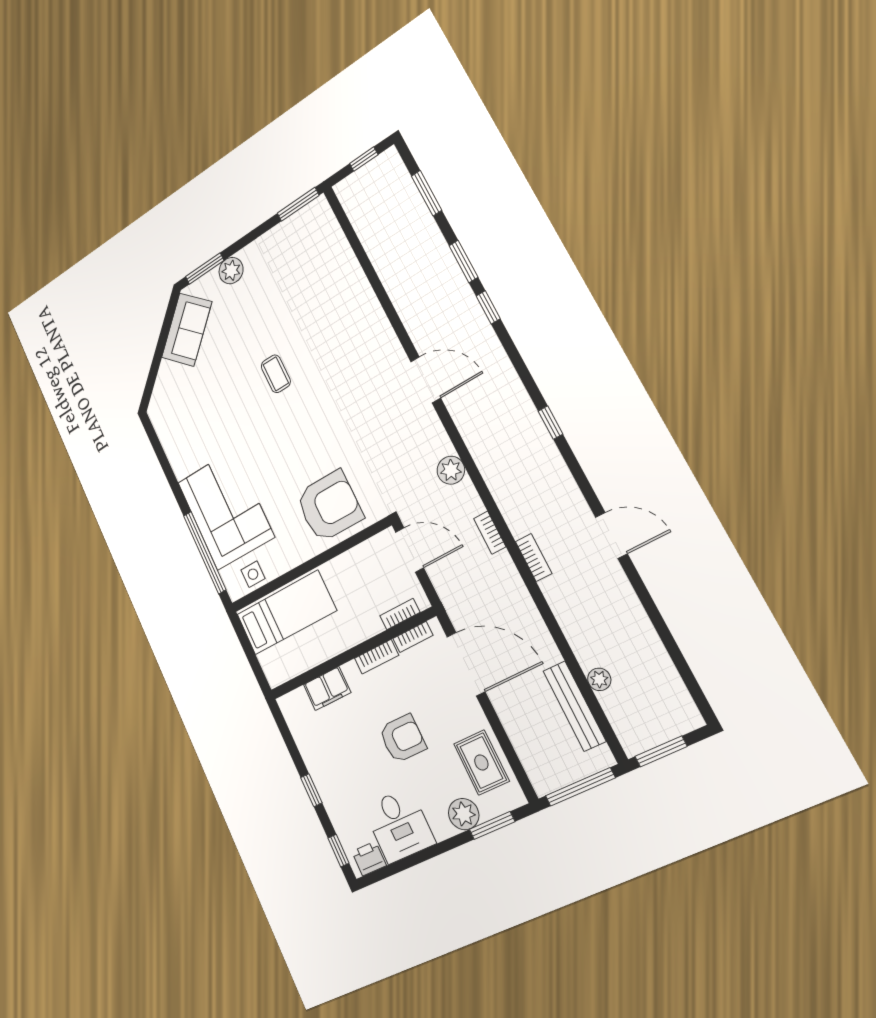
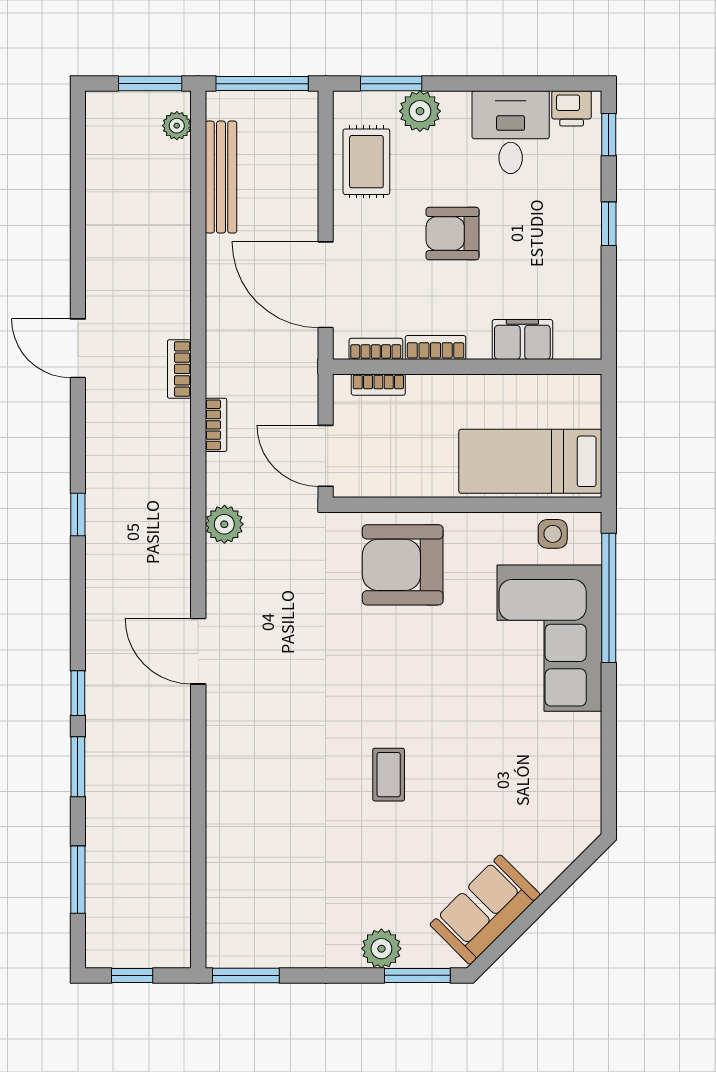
plant: (599, 679) -> (177, 126), moved

